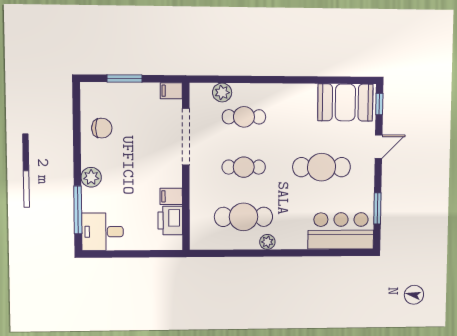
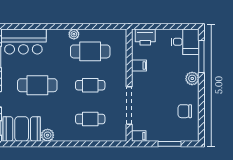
plant: (222, 93) -> (48, 135), moved
printer: (170, 220) -> (145, 37), moved, turned 90

